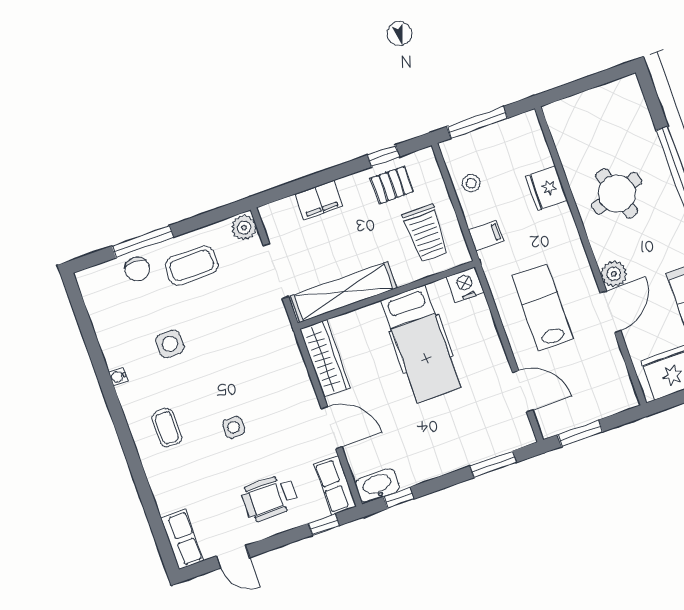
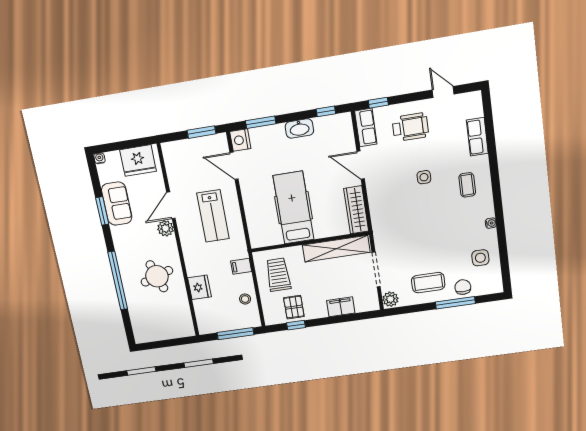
pallet: (392, 185) -> (294, 307), turned 90
nightstand: (465, 285) -> (240, 140), moved, turned 90
side table: (170, 344) -> (480, 258), moved
washbasin: (377, 486) -> (299, 129), moved
row of seats: (182, 539) -> (477, 137), moved

